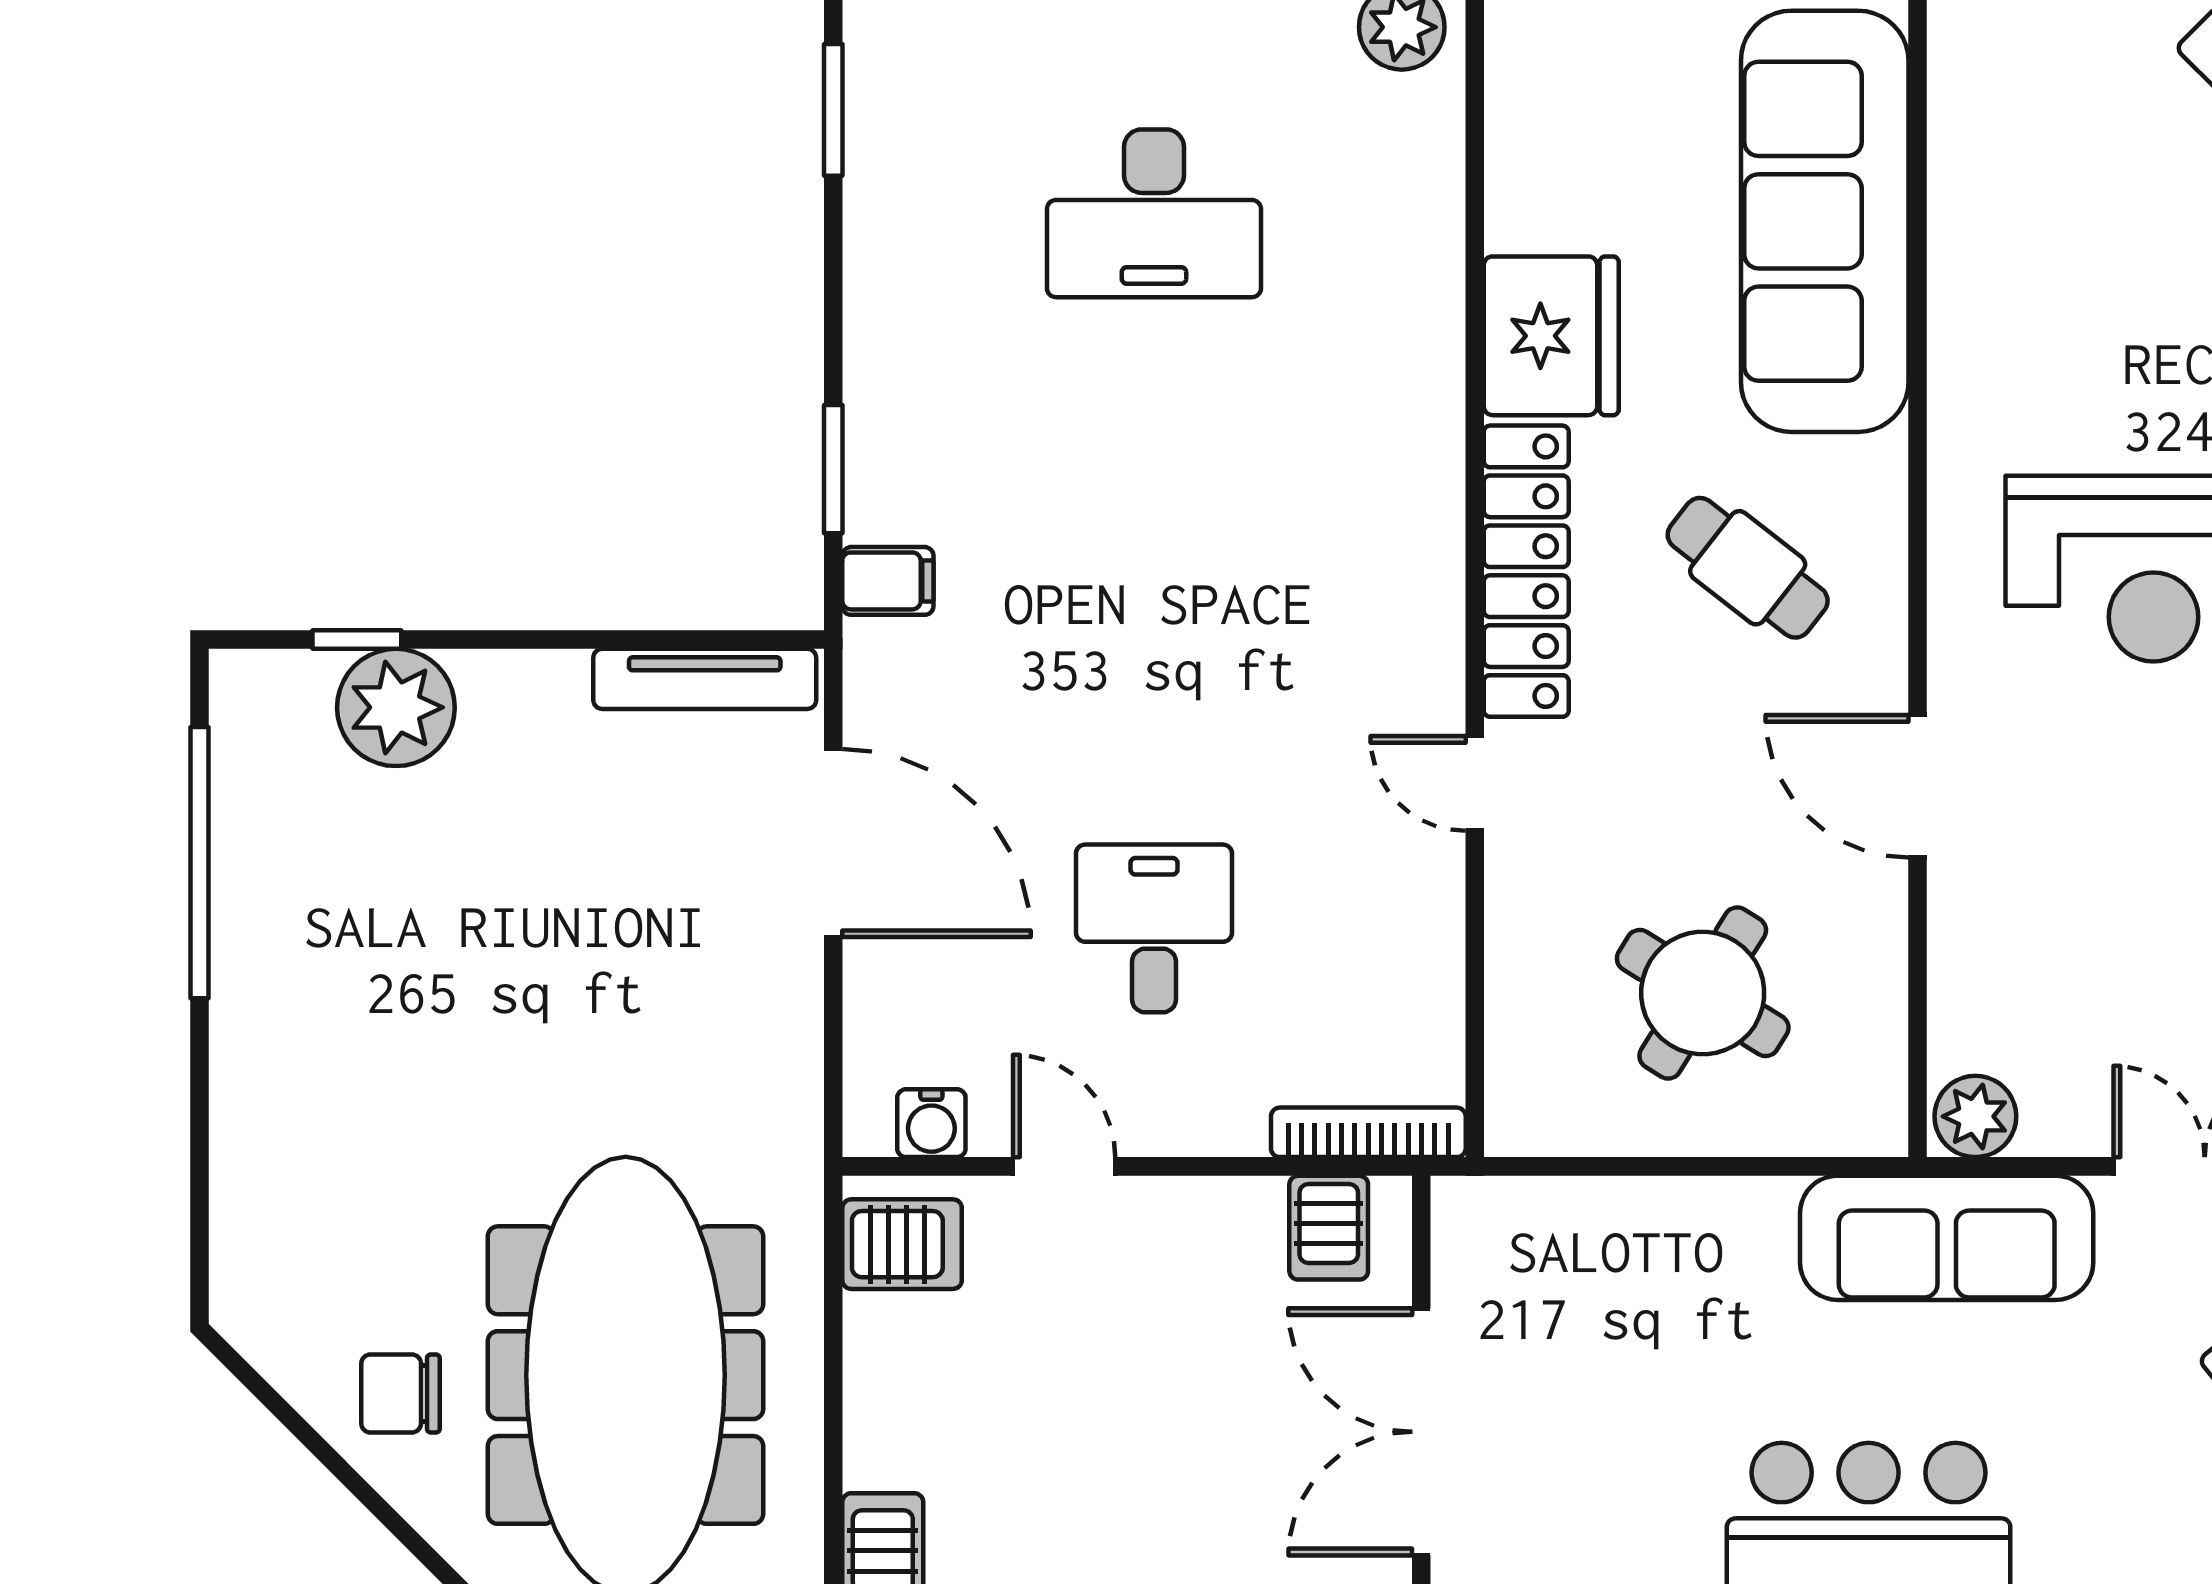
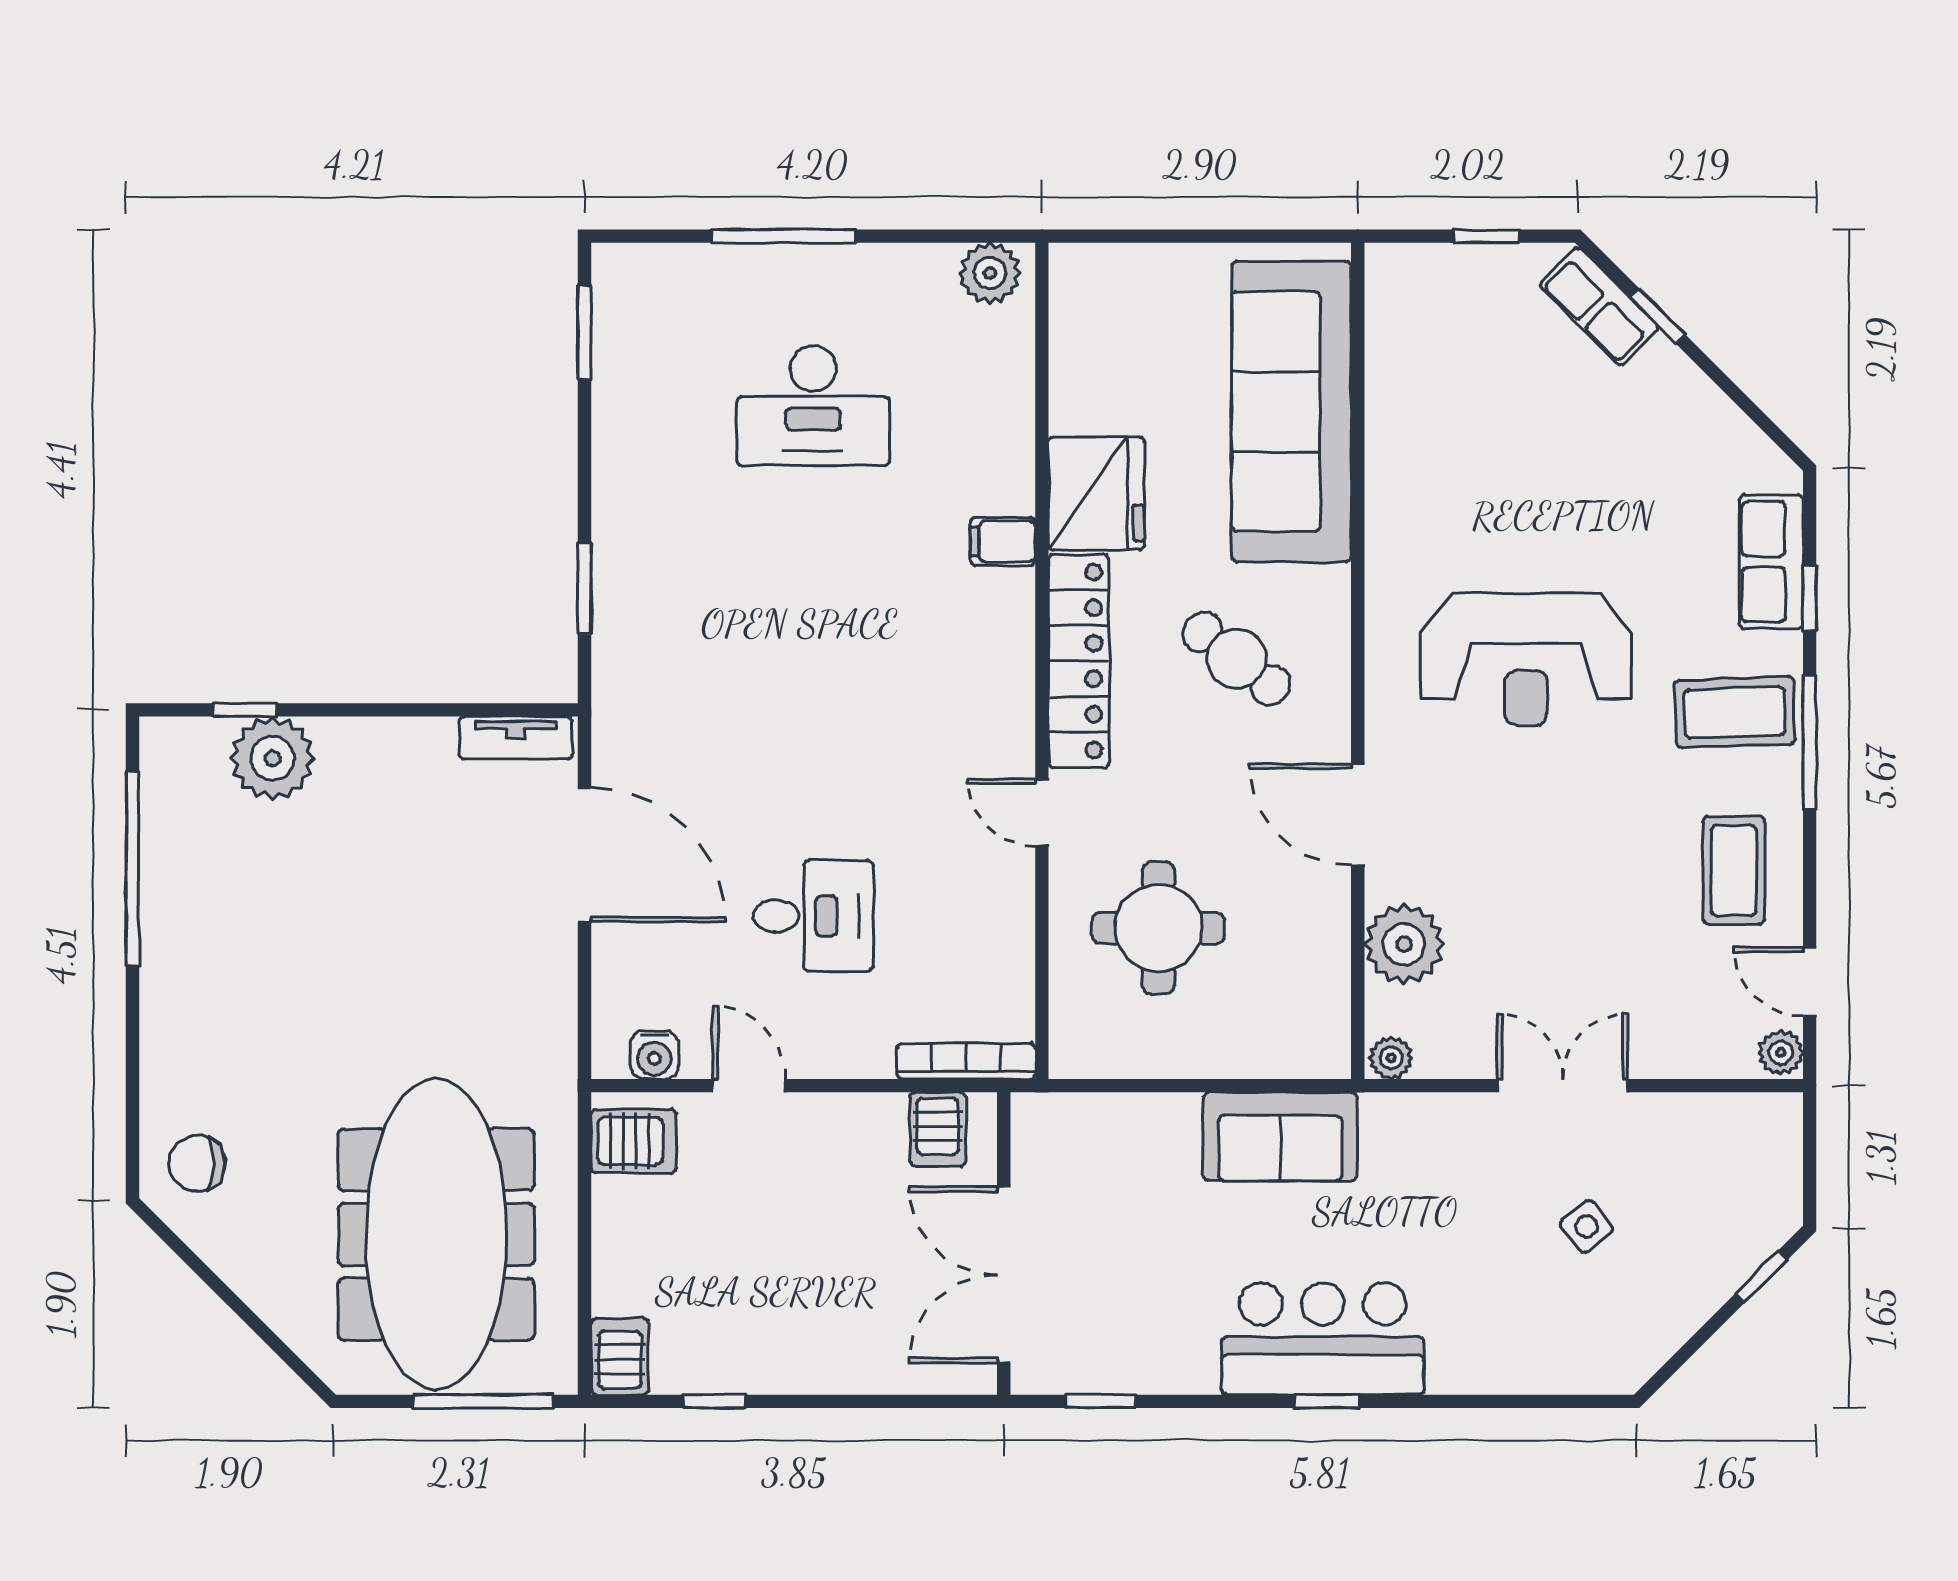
filing cabinet: (888, 581) -> (1003, 541), moved, turned 180
tv unit: (705, 679) -> (516, 738), width x0.71
desk: (1154, 928) -> (813, 916), turned 90
plant: (1983, 968) -> (1404, 944), added
round table: (1703, 993) -> (1158, 928), moved, turned -32
plant: (1975, 1116) -> (1391, 1058), width x0.73, depth x0.73
sofa: (1947, 1238) -> (1280, 1136), moved, width x0.73
chair: (401, 1393) -> (197, 1163), moved

